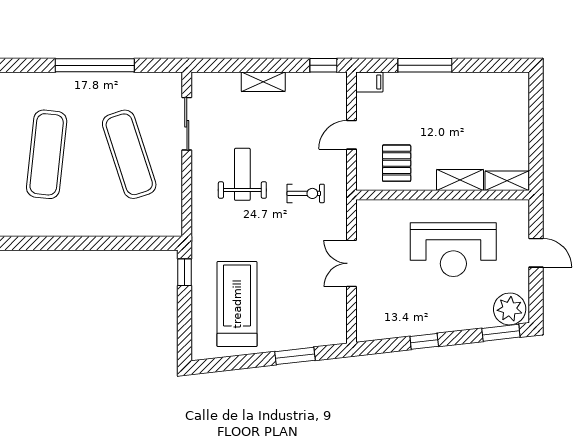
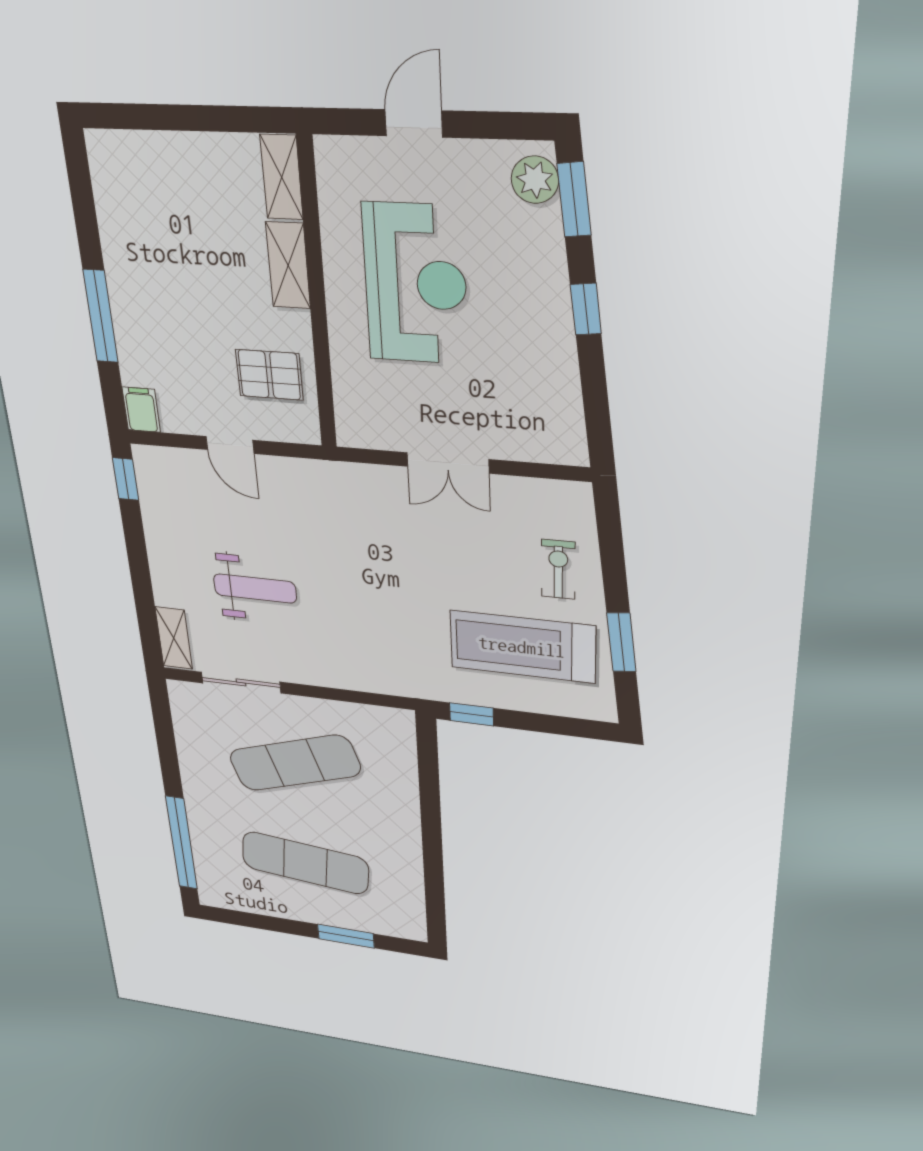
window: (95, 65) -> (182, 843), moved
shelving: (263, 82) -> (174, 638), moved
weight bench: (242, 174) -> (255, 588), moved, turned 180
exercise bike: (306, 193) -> (558, 569), moved
plant: (510, 309) -> (535, 180), width x0.73, depth x0.73
window: (424, 341) -> (586, 309), moved
window: (295, 356) -> (621, 642), moved

